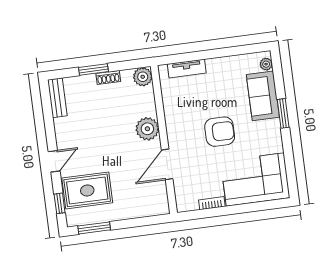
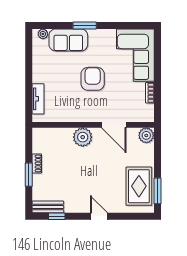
plant: (143, 77) -> (146, 135), moved
rug: (87, 190) -> (139, 186), moved
window: (60, 203) -> (57, 216), moved

